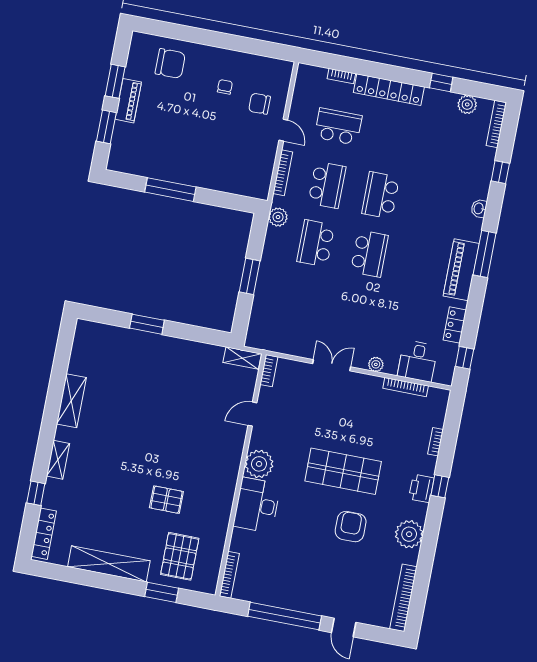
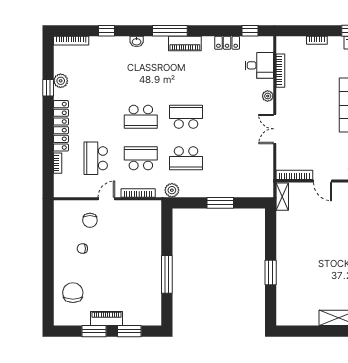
plant: (467, 104) -> (61, 81), moved
piano: (461, 270) -> (185, 43), width x0.73, depth x0.75
bookcase: (269, 371) -> (294, 175), width x1.56

